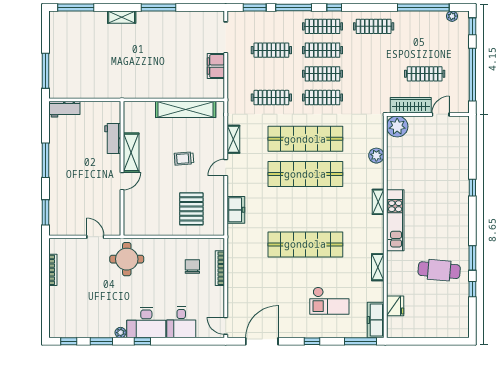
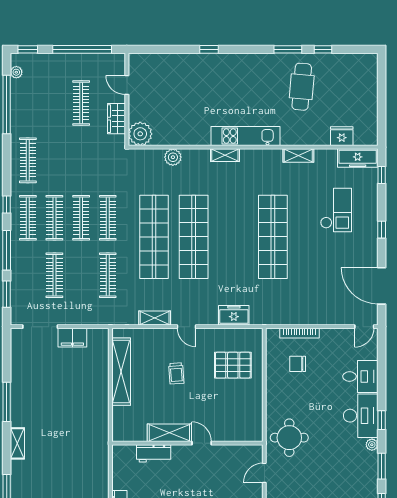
wardrobe: (411, 105) -> (116, 119), width x0.67
window: (360, 341) -> (382, 175), width x0.46

